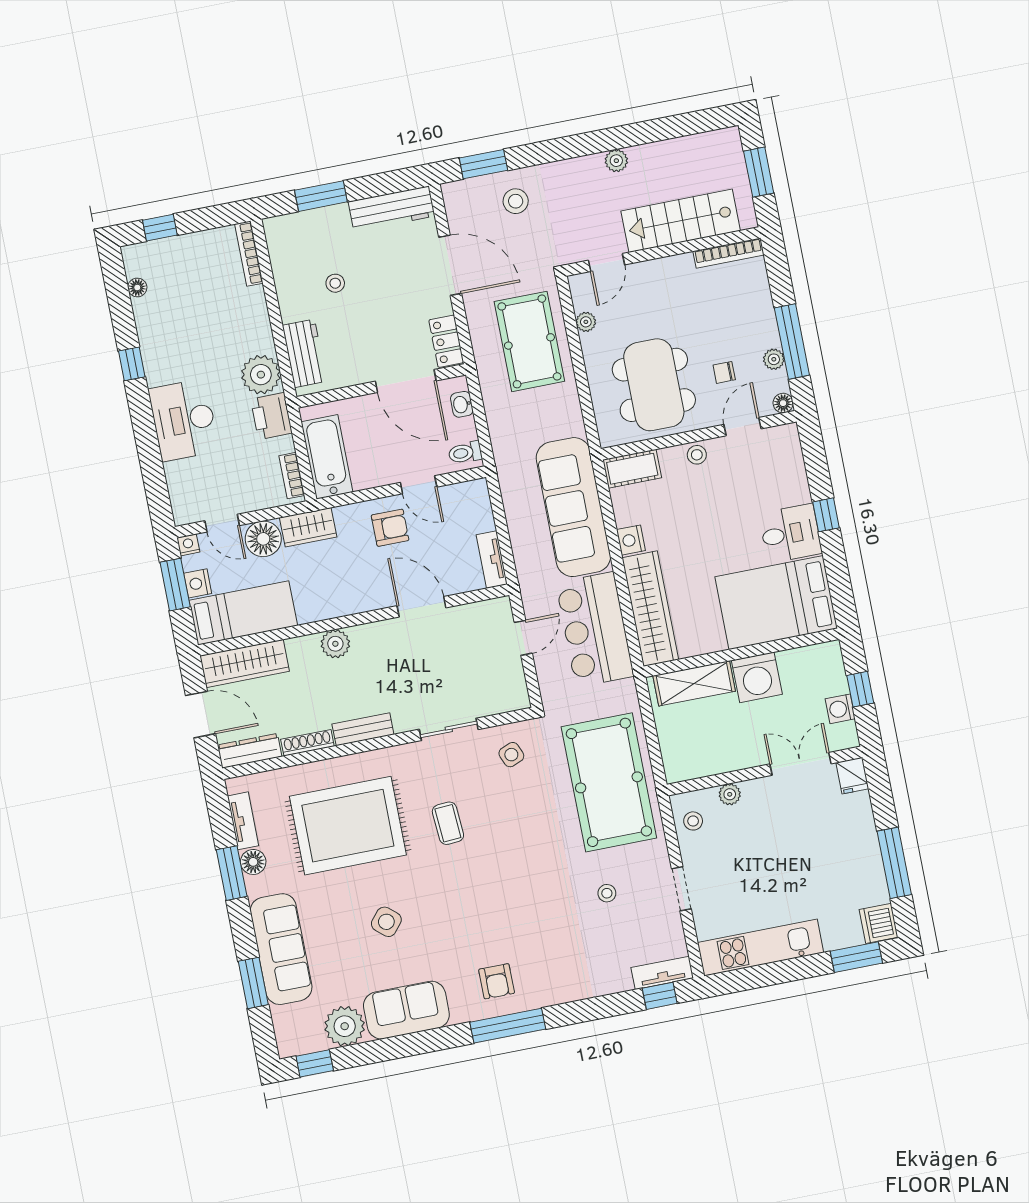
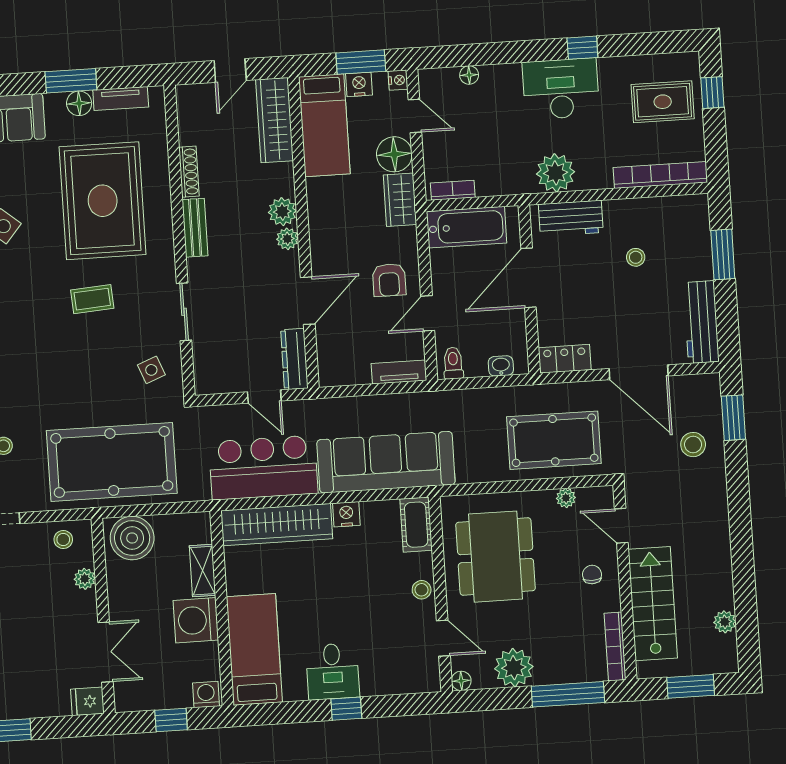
plant: (616, 161) -> (725, 622), moved
bookcase: (249, 254) -> (660, 175), width x1.48, depth x1.31
door: (450, 265) -> (639, 372), hinge flipped
rug: (176, 276) -> (663, 102), added
floor lamp: (137, 287) -> (469, 75), moved
window: (792, 342) -> (568, 694), moved
plant: (774, 359) -> (514, 668), width x1.88, depth x1.88
chair: (724, 372) -> (592, 574), moved
door: (406, 381) -> (529, 278), moved
dining table: (654, 385) -> (496, 557), turned 90
printer: (271, 416) -> (514, 178), removed
desk: (184, 420) -> (561, 89), moved
door: (222, 523) -> (415, 116), swing flipped
tv unit: (492, 559) -> (399, 372), moved
bed: (776, 603) -> (254, 649), width x0.67
plant: (362, 635) -> (287, 239), added
shelving: (694, 683) -> (202, 571), width x0.67, depth x0.75
washing machine: (840, 709) -> (206, 695), moved
door: (201, 715) -> (230, 70), width x0.73
dresser: (250, 751) -> (294, 359), moved, turned 180
boiler: (683, 752) -> (132, 538), added

